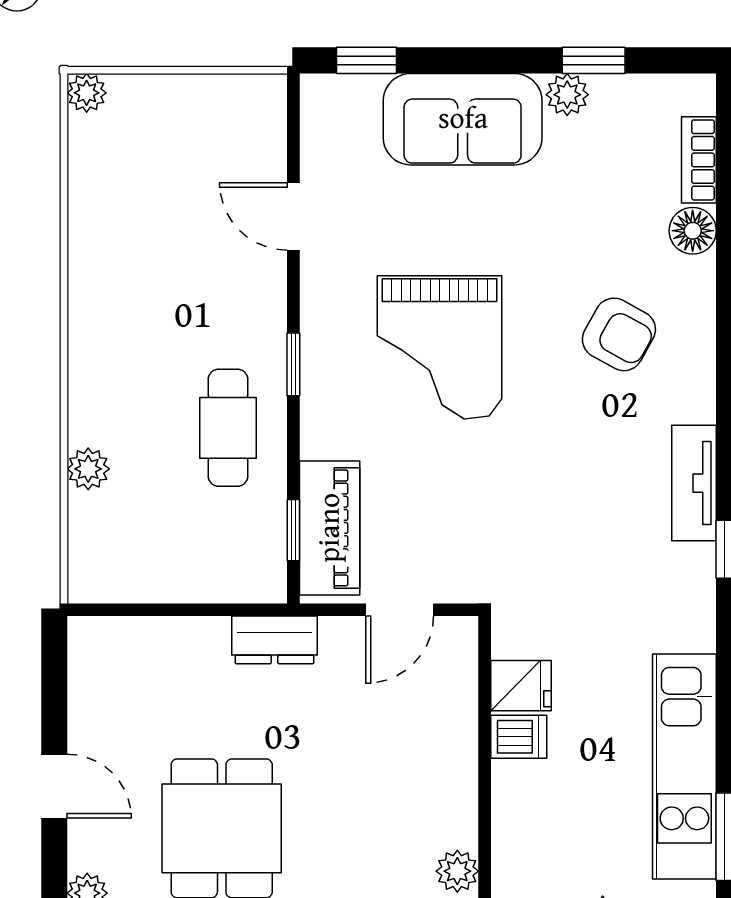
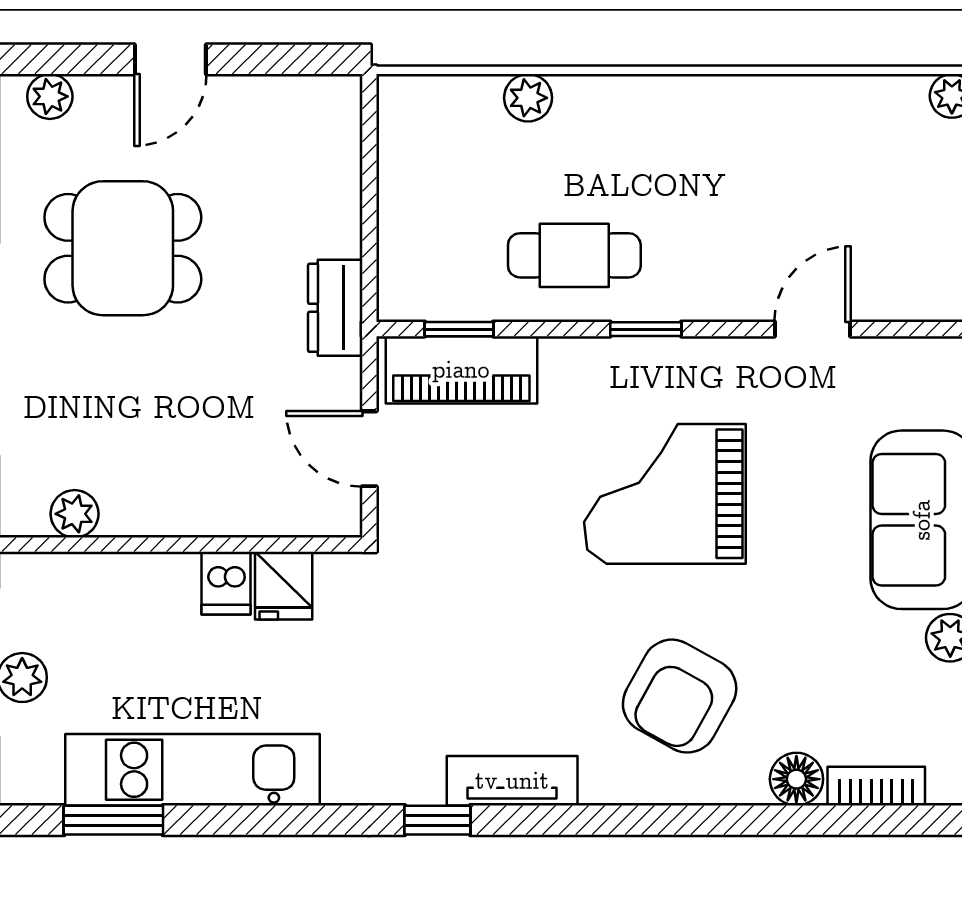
armchair: (619, 334) -> (680, 696), width x1.38, depth x1.38

